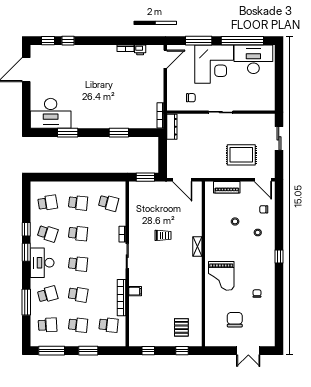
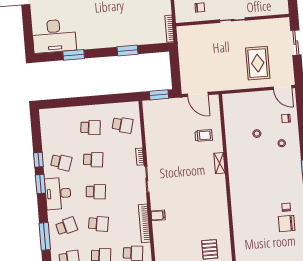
dresser: (172, 127) -> (182, 40), removed
rug: (241, 155) -> (258, 63), turned 90
piano: (227, 187) -> (245, 98), removed
school desk: (48, 203) -> (59, 130), removed
trolley: (163, 235) -> (204, 135), moved
grand piano: (221, 276) -> (247, 192), removed
chair: (235, 320) -> (287, 223), moved, turned -90

